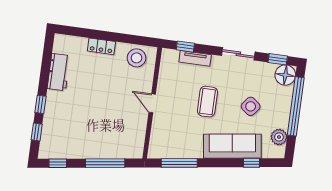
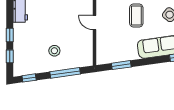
stool: (95, 133) -> (54, 51), added
window: (179, 163) -> (121, 65), width x0.69

